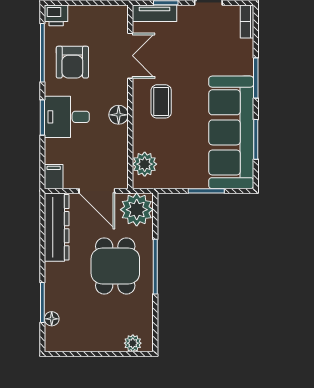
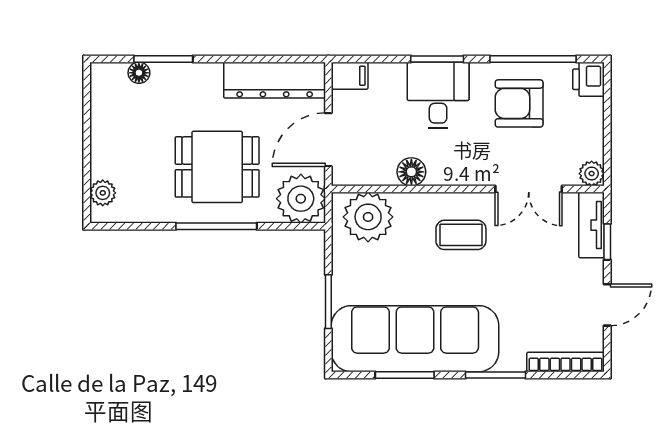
plant: (120, 13) -> (592, 174), added
bookcase: (247, 21) -> (566, 362), width x1.56
floor lamp: (119, 115) -> (411, 172), moved
plant: (145, 164) -> (368, 217), width x1.36, depth x1.36

